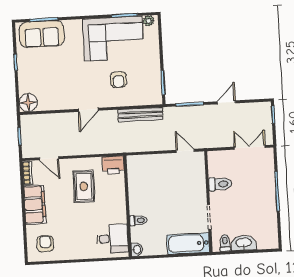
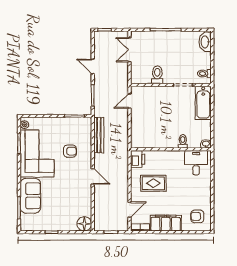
sofa: (42, 34) -> (30, 196), moved
washbasin: (244, 243) -> (205, 42), moved

